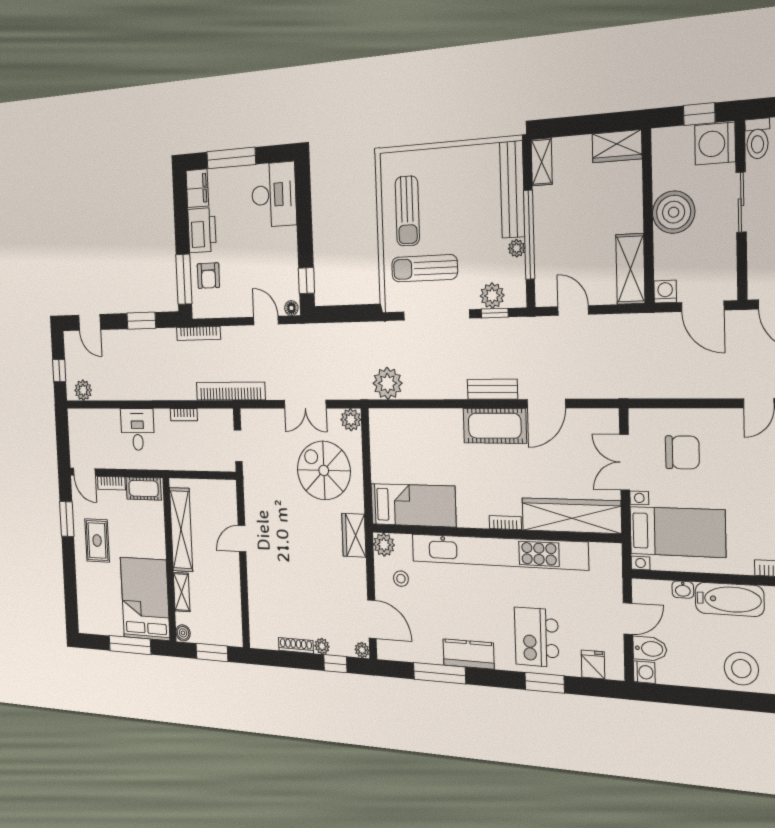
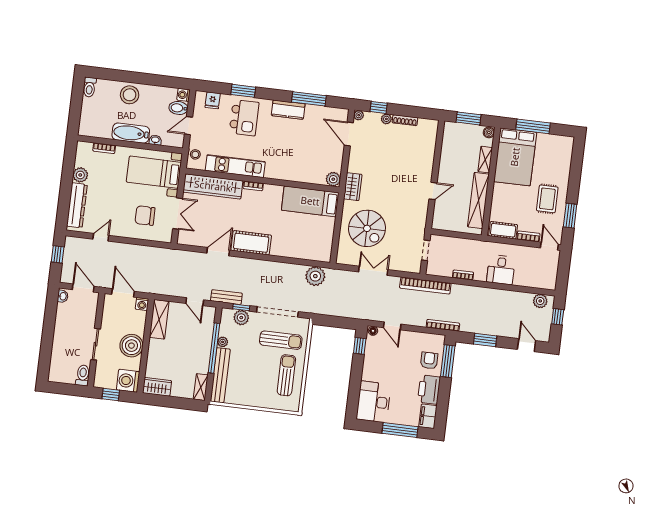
washing machine: (715, 144) -> (128, 381), moved, turned 180
bench: (492, 389) -> (226, 297), moved
plant: (351, 420) -> (343, 257), removed
kitchen unit: (498, 552) -> (235, 166), width x0.54
stool: (401, 579) -> (195, 154), moved

